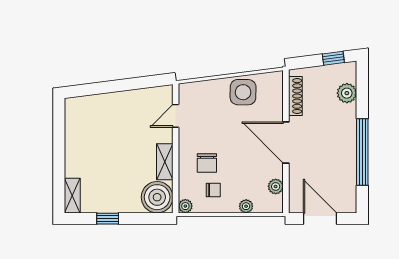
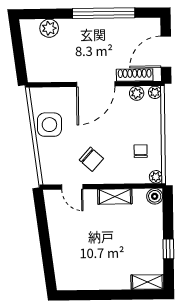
window: (333, 58) -> (17, 41), removed
shoe rack: (295, 96) -> (135, 75), moved
chair: (207, 163) -> (91, 159), moved, turned 42
boiler: (157, 197) -> (155, 196), width x0.54, depth x0.54
plant: (246, 206) -> (155, 92), moved

